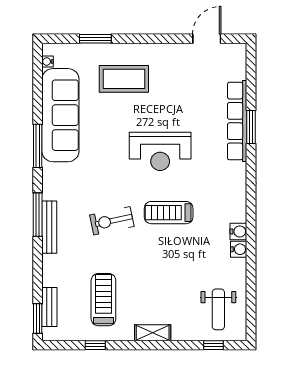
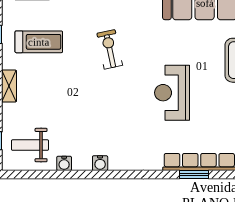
treadmill: (169, 213) -> (117, 100), removed
water cooler: (239, 249) -> (64, 163), moved

